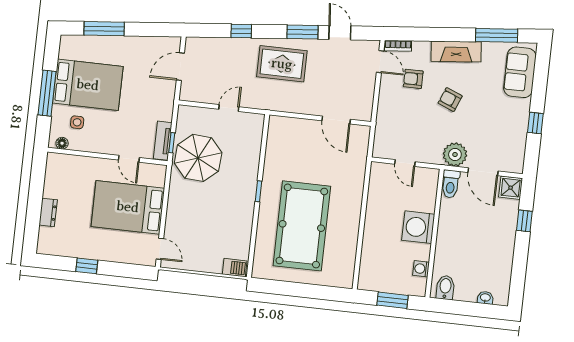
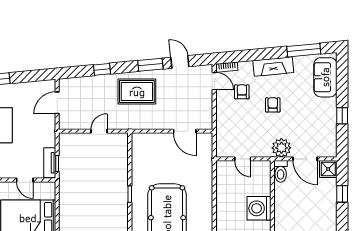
armchair: (413, 79) -> (242, 92), turned 90
armchair: (450, 100) -> (273, 105), turned 68
parasol: (198, 158) -> (79, 173), removed

